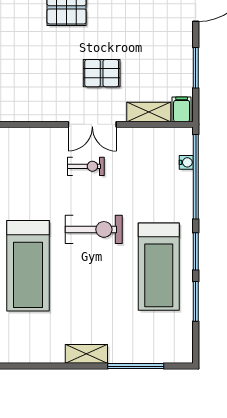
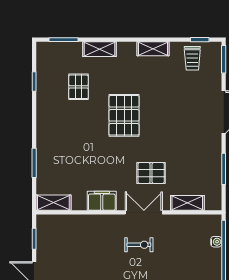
filing cabinet: (182, 109) -> (102, 201), moved, width x2.00
double door: (92, 124) -> (144, 212), swing flipped

